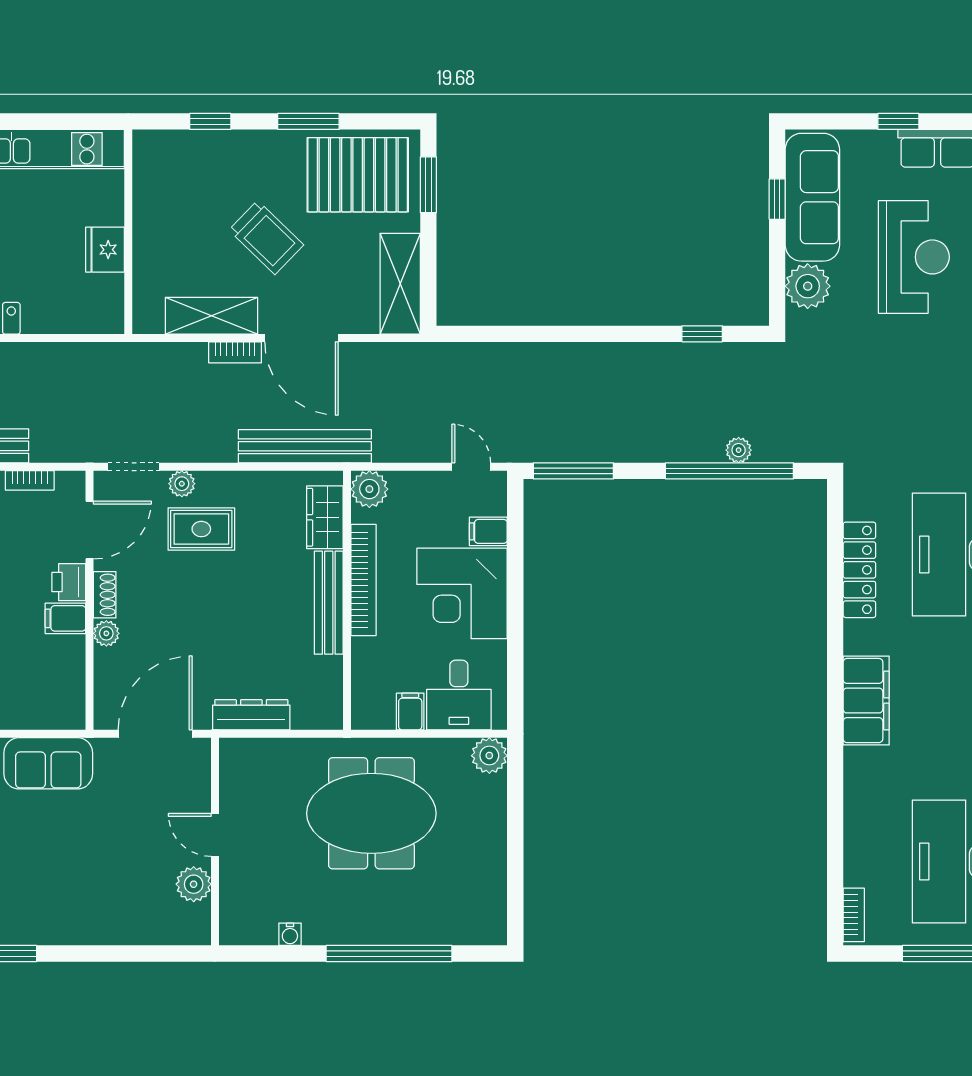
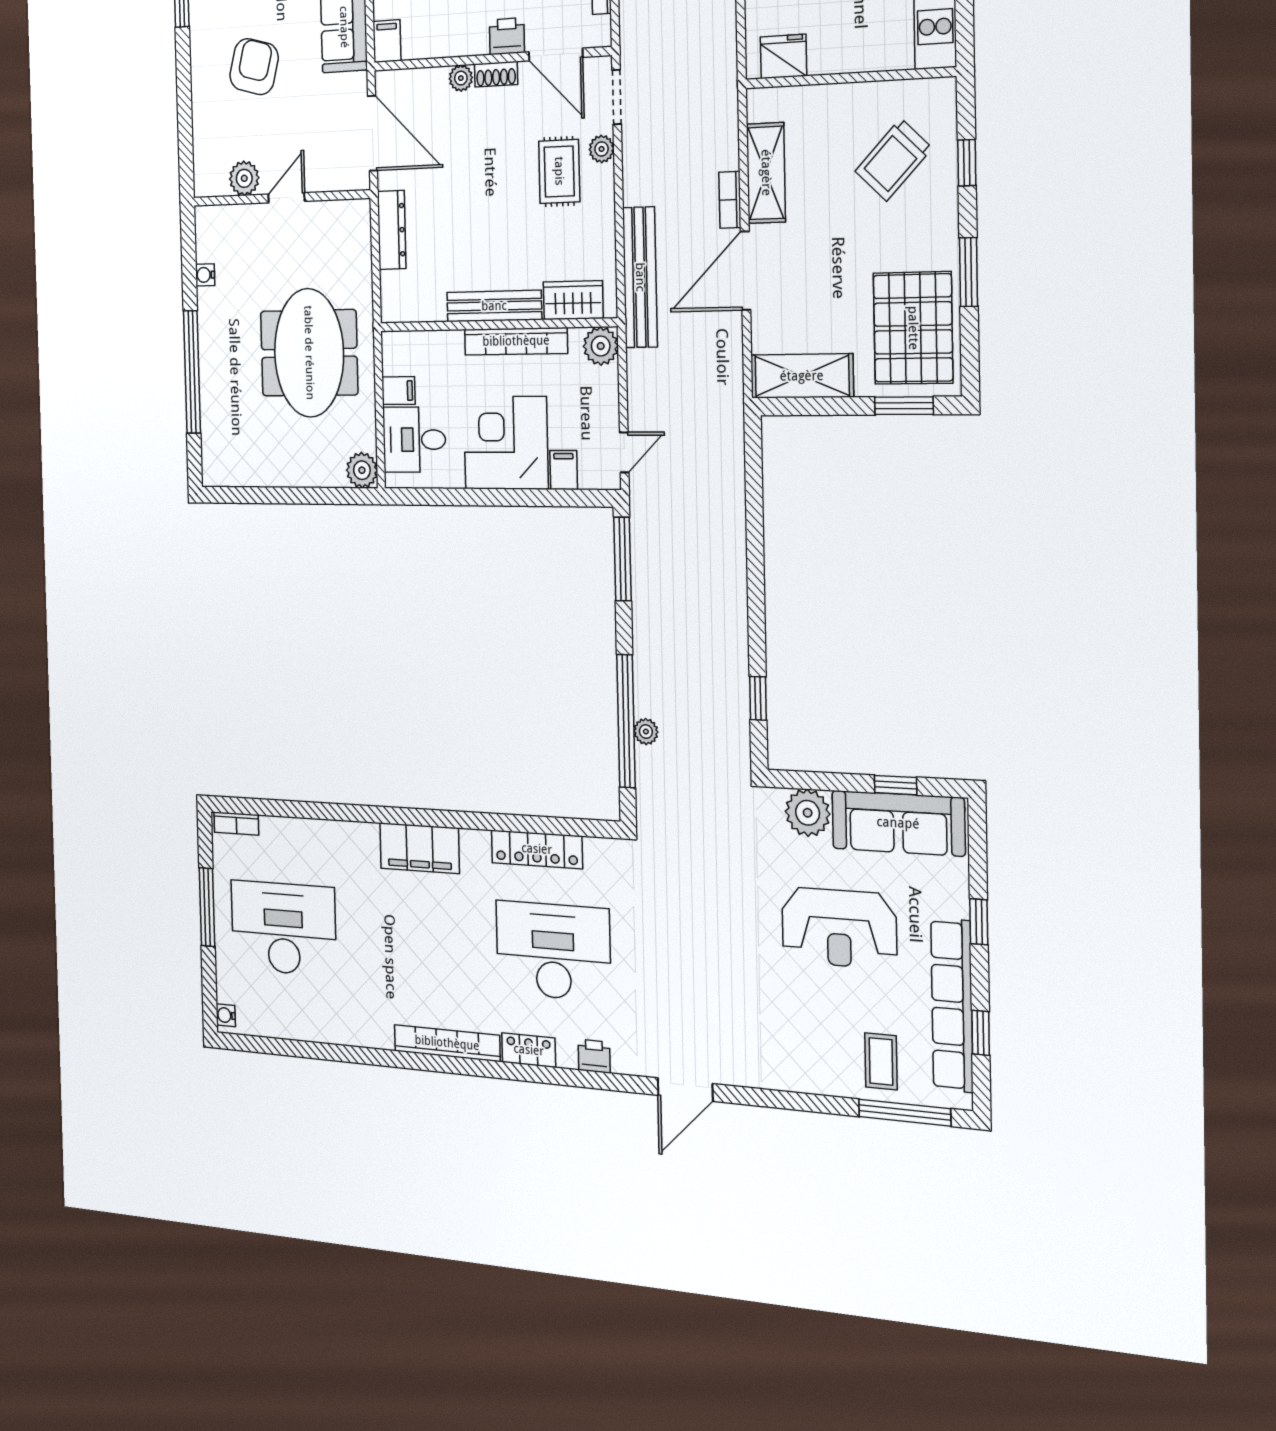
trolley: (266, 238) -> (894, 160), moved
fridge: (105, 250) -> (783, 56), moved
filing cabinet: (65, 618) -> (387, 41), moved
armchair: (82, 869) -> (254, 67), added

